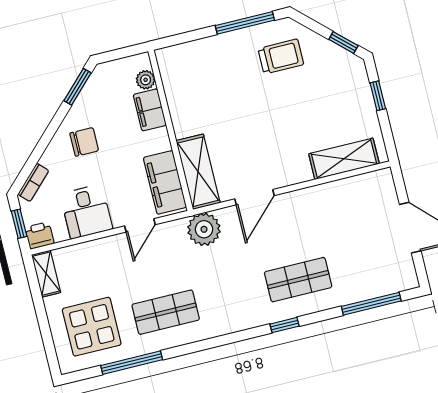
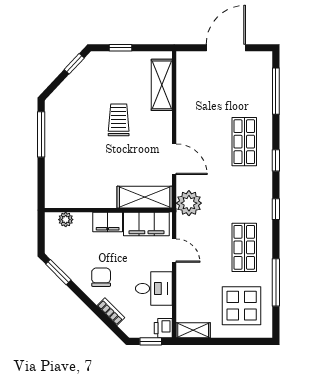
trolley: (281, 57) -> (119, 120), moved
filing cabinet: (150, 110) -> (108, 222), moved
bookcase: (33, 182) -> (111, 312), moved
window: (223, 340) -> (276, 209), added

